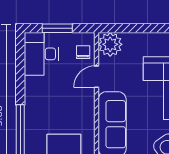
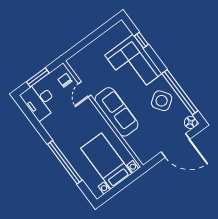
plant: (110, 44) -> (78, 63), removed

